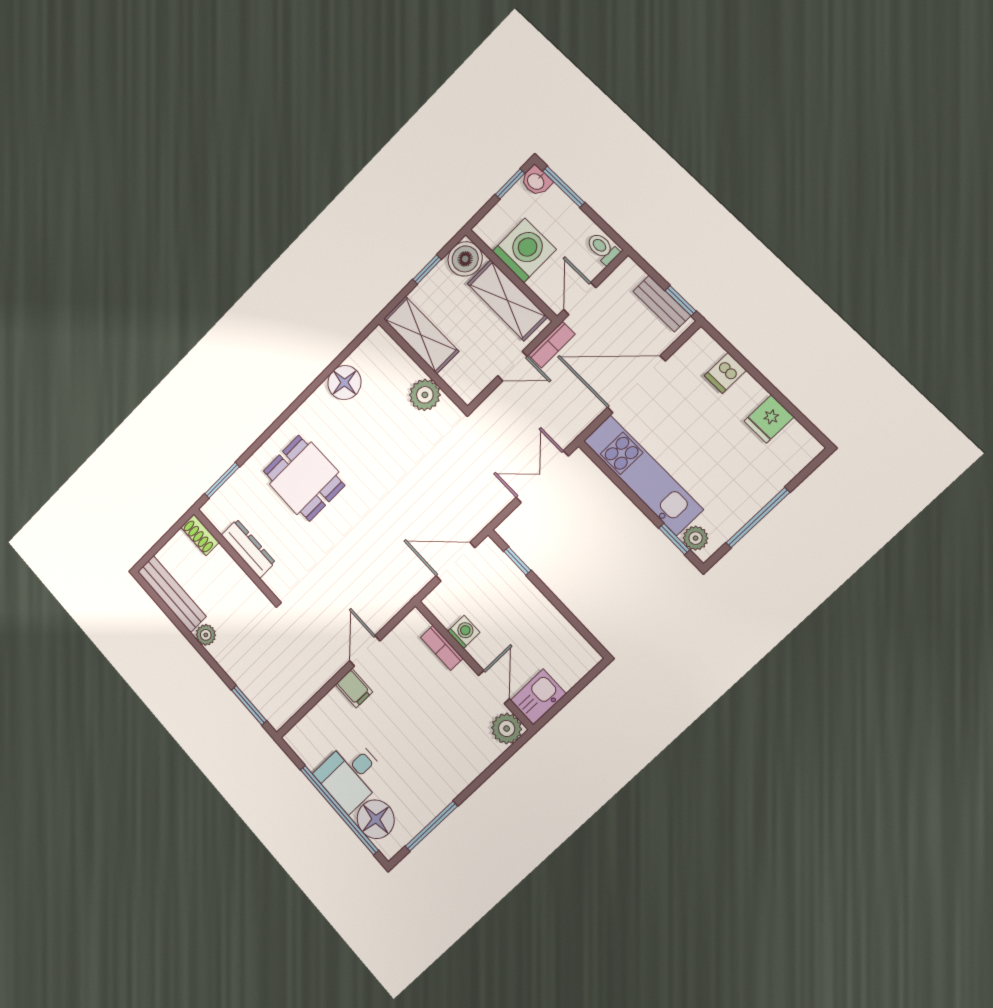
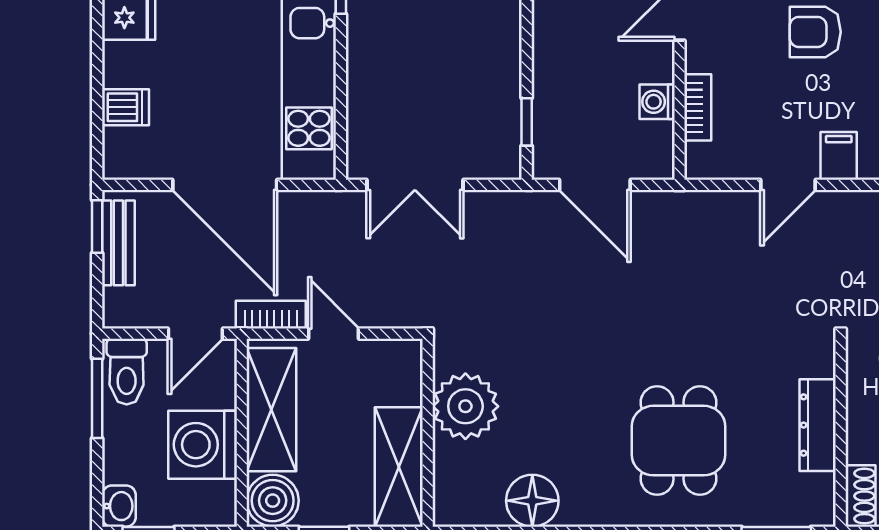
window: (564, 187) -> (97, 398), moved
toilet: (603, 248) -> (127, 372), width x1.37, depth x1.39
plant: (425, 395) -> (465, 406), width x1.36, depth x1.36
armchair: (420, 740) -> (815, 32), added

